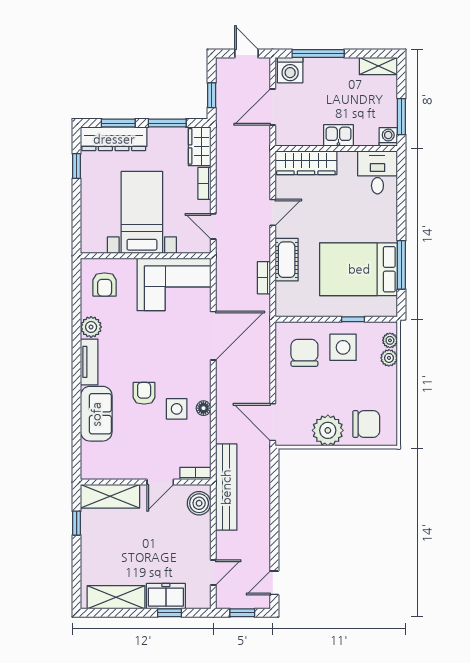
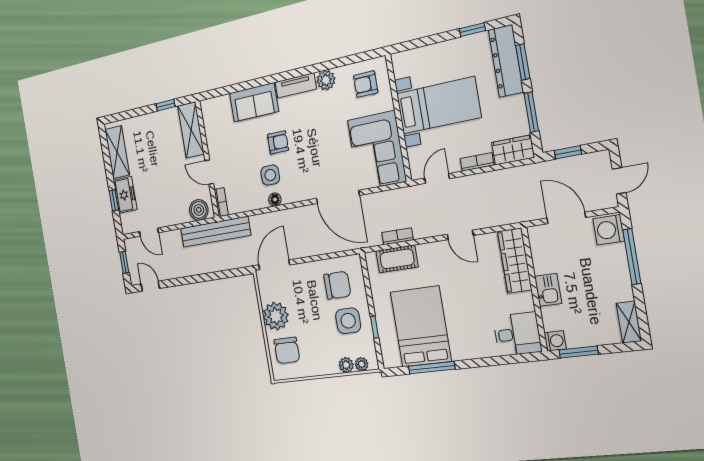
cot: (287, 260) -> (397, 259), moved

